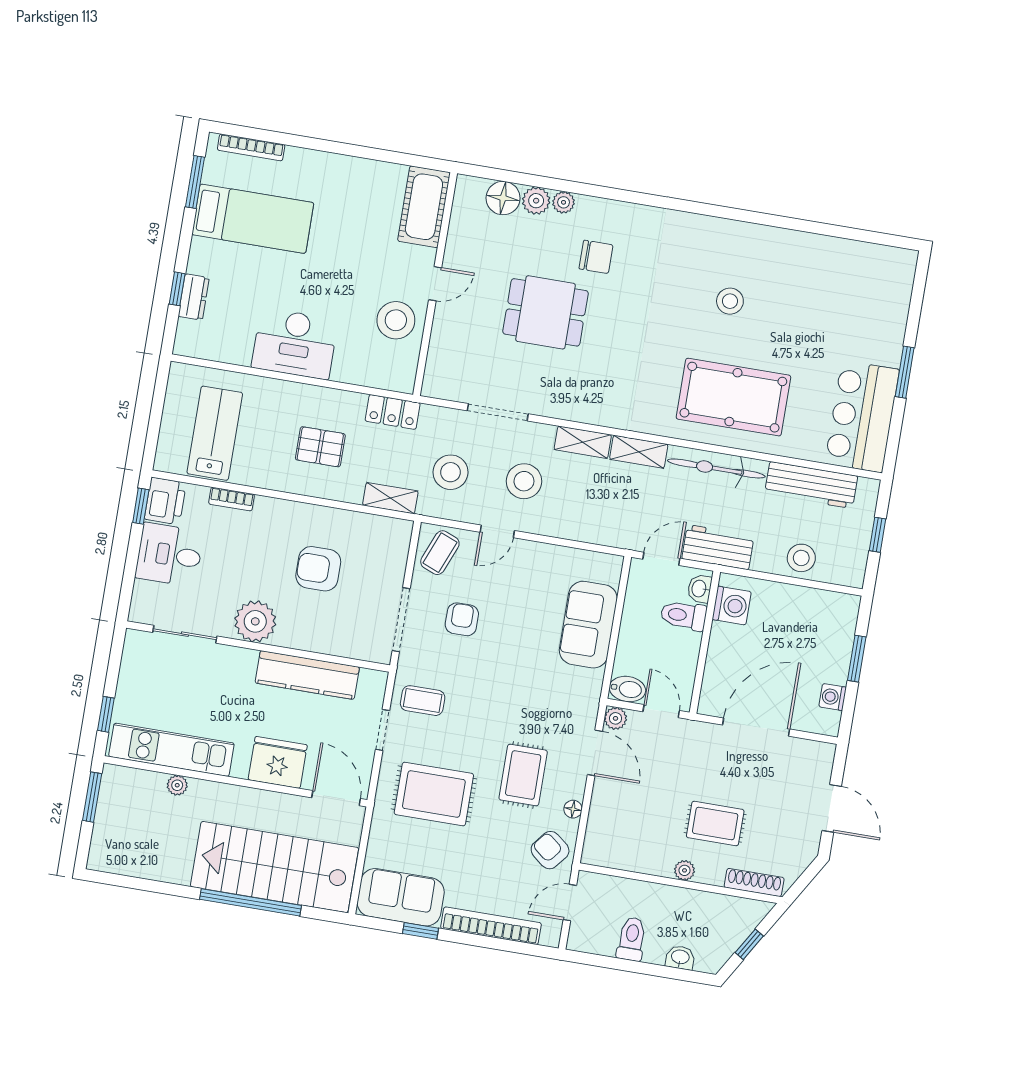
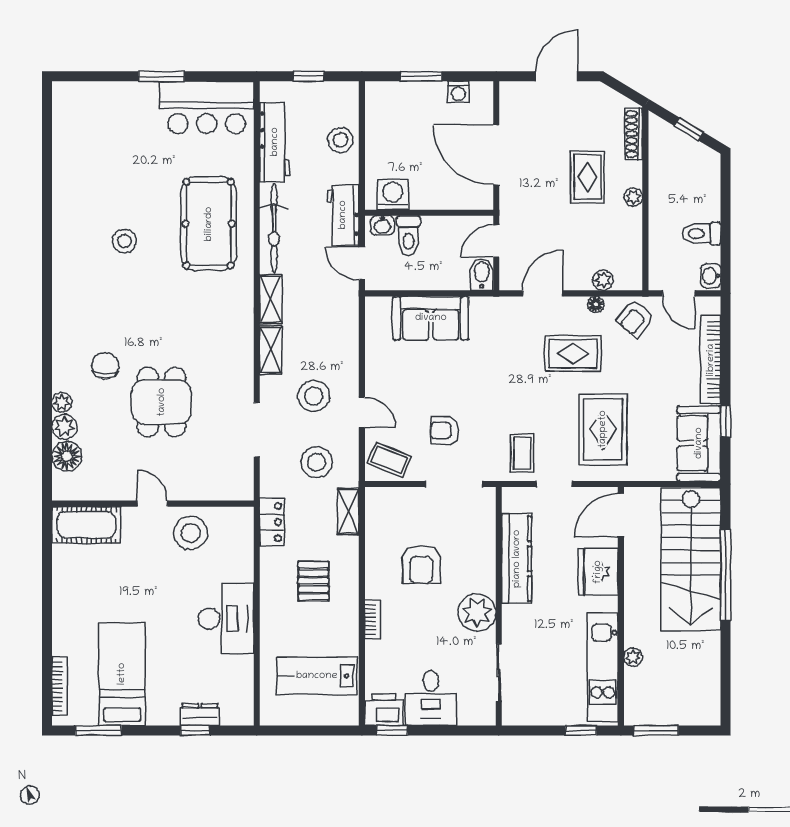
bookcase: (232, 499) -> (373, 619), moved
plant: (616, 718) -> (603, 280), moved
washbasin: (680, 958) -> (711, 276), moved

